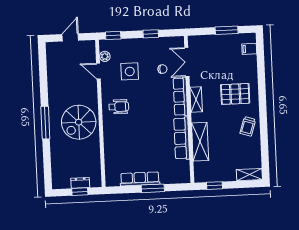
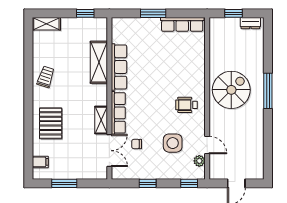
pallet: (235, 94) -> (51, 123), moved, turned 90
shelving: (196, 100) -> (101, 120), moved
row of seats: (140, 179) -> (182, 24), moved
dresser: (80, 183) -> (250, 23), moved

